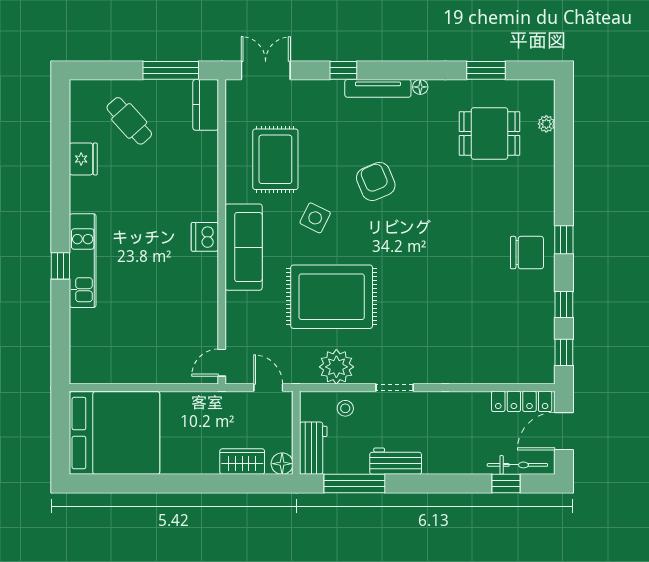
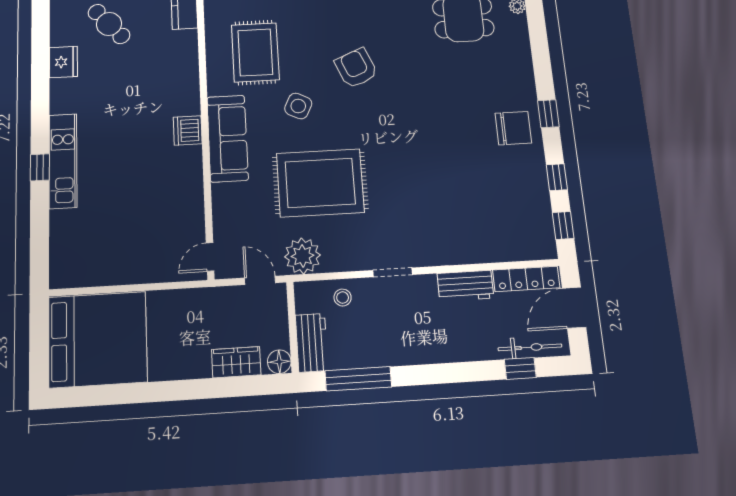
plant: (336, 367) -> (303, 256), moved
workbench: (396, 461) -> (465, 286), moved, turned 180

